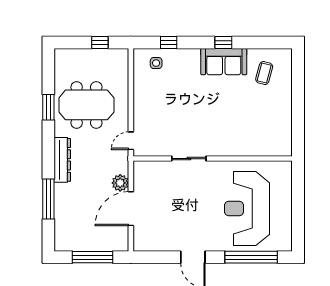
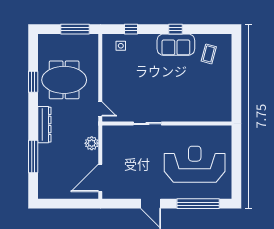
window: (100, 42) -> (75, 29), width x2.17
door: (131, 141) -> (100, 109), swing flipped
door: (131, 209) -> (100, 178), moved
reception desk: (247, 209) -> (195, 164), turned 90
window: (92, 257) -> (69, 204), removed

